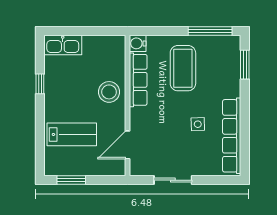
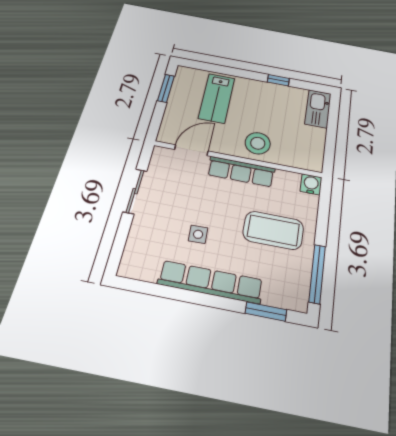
row of seats: (138, 80) -> (241, 172), moved
row of seats: (232, 136) -> (211, 282), moved
door: (128, 145) -> (191, 150), hinge flipped

